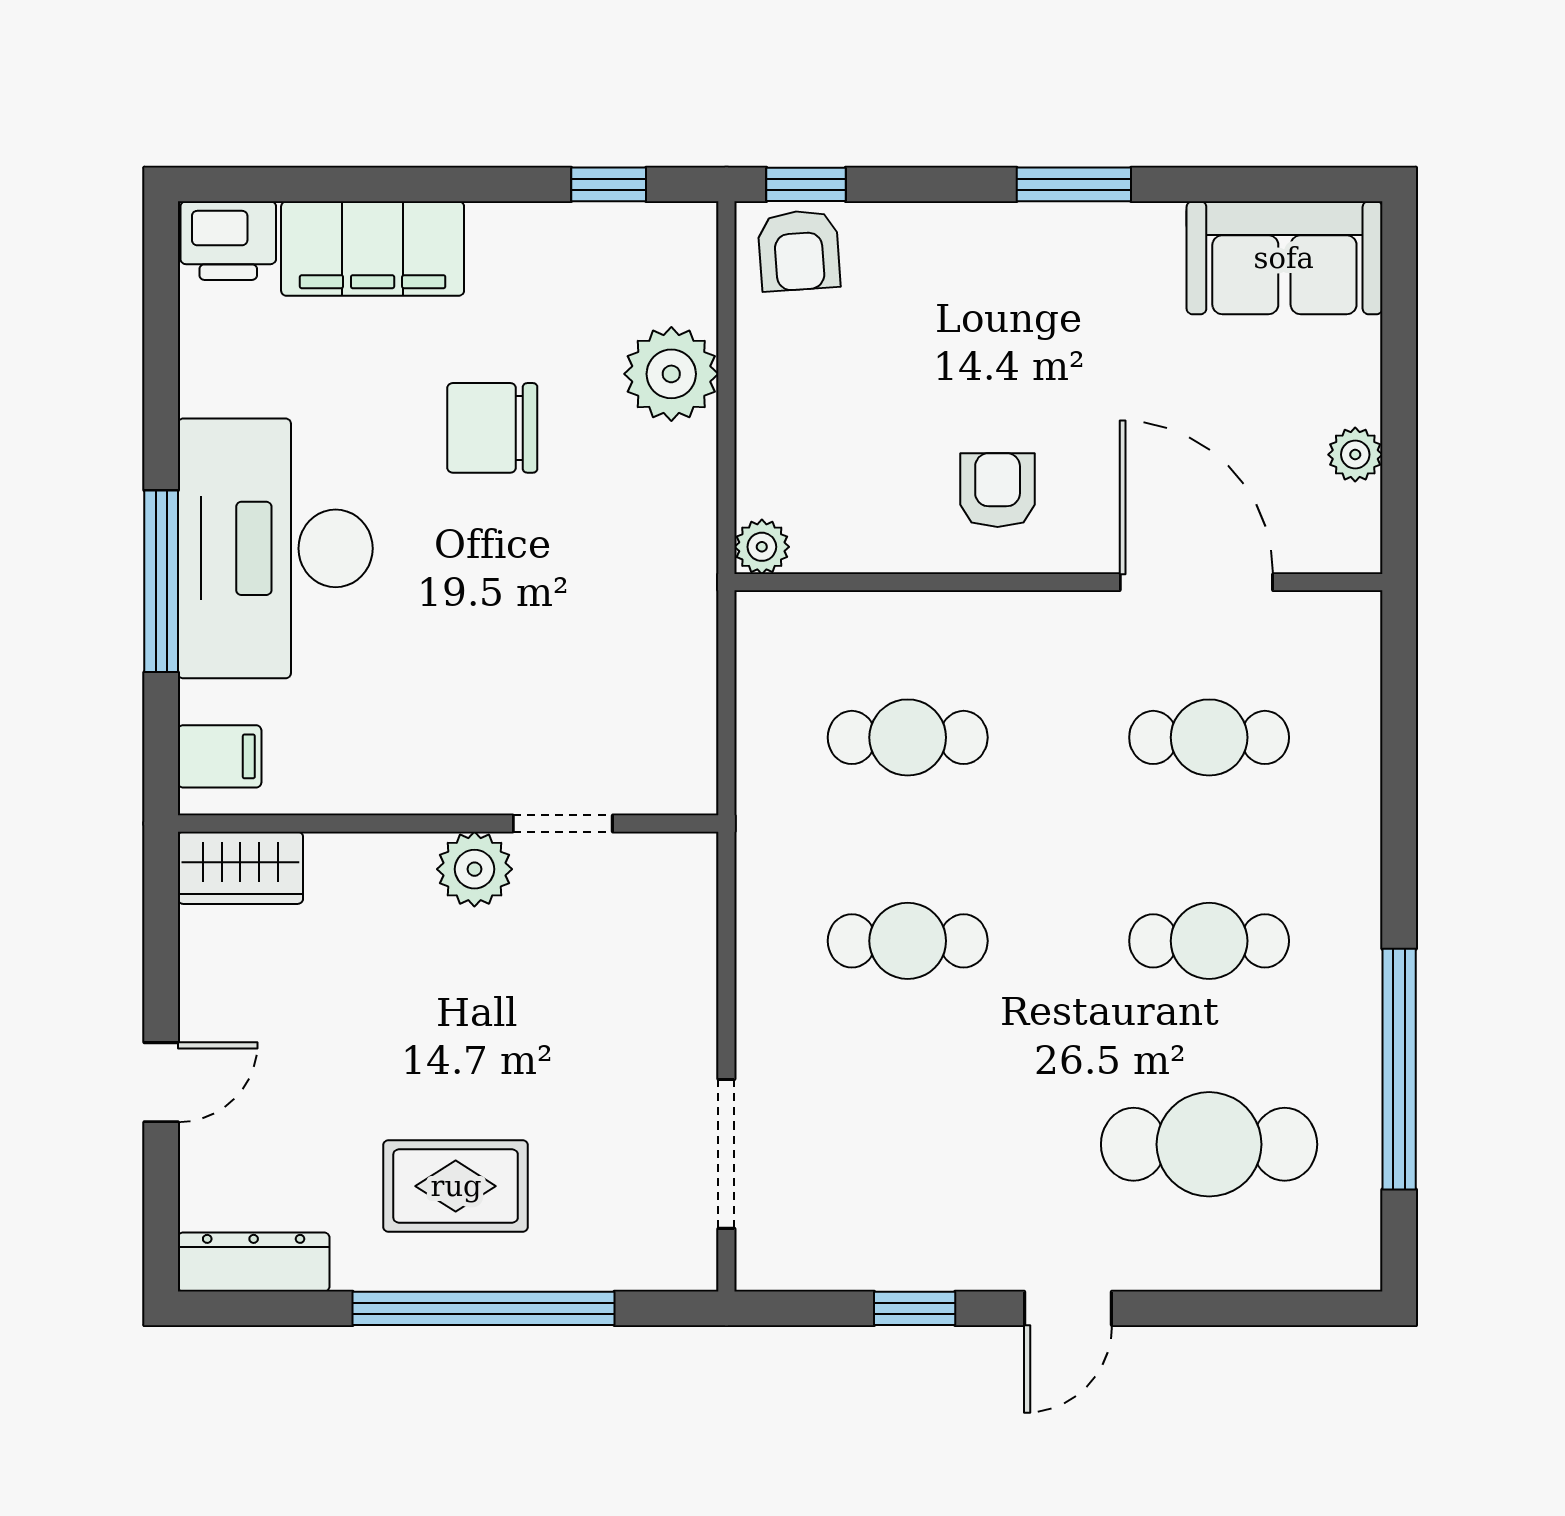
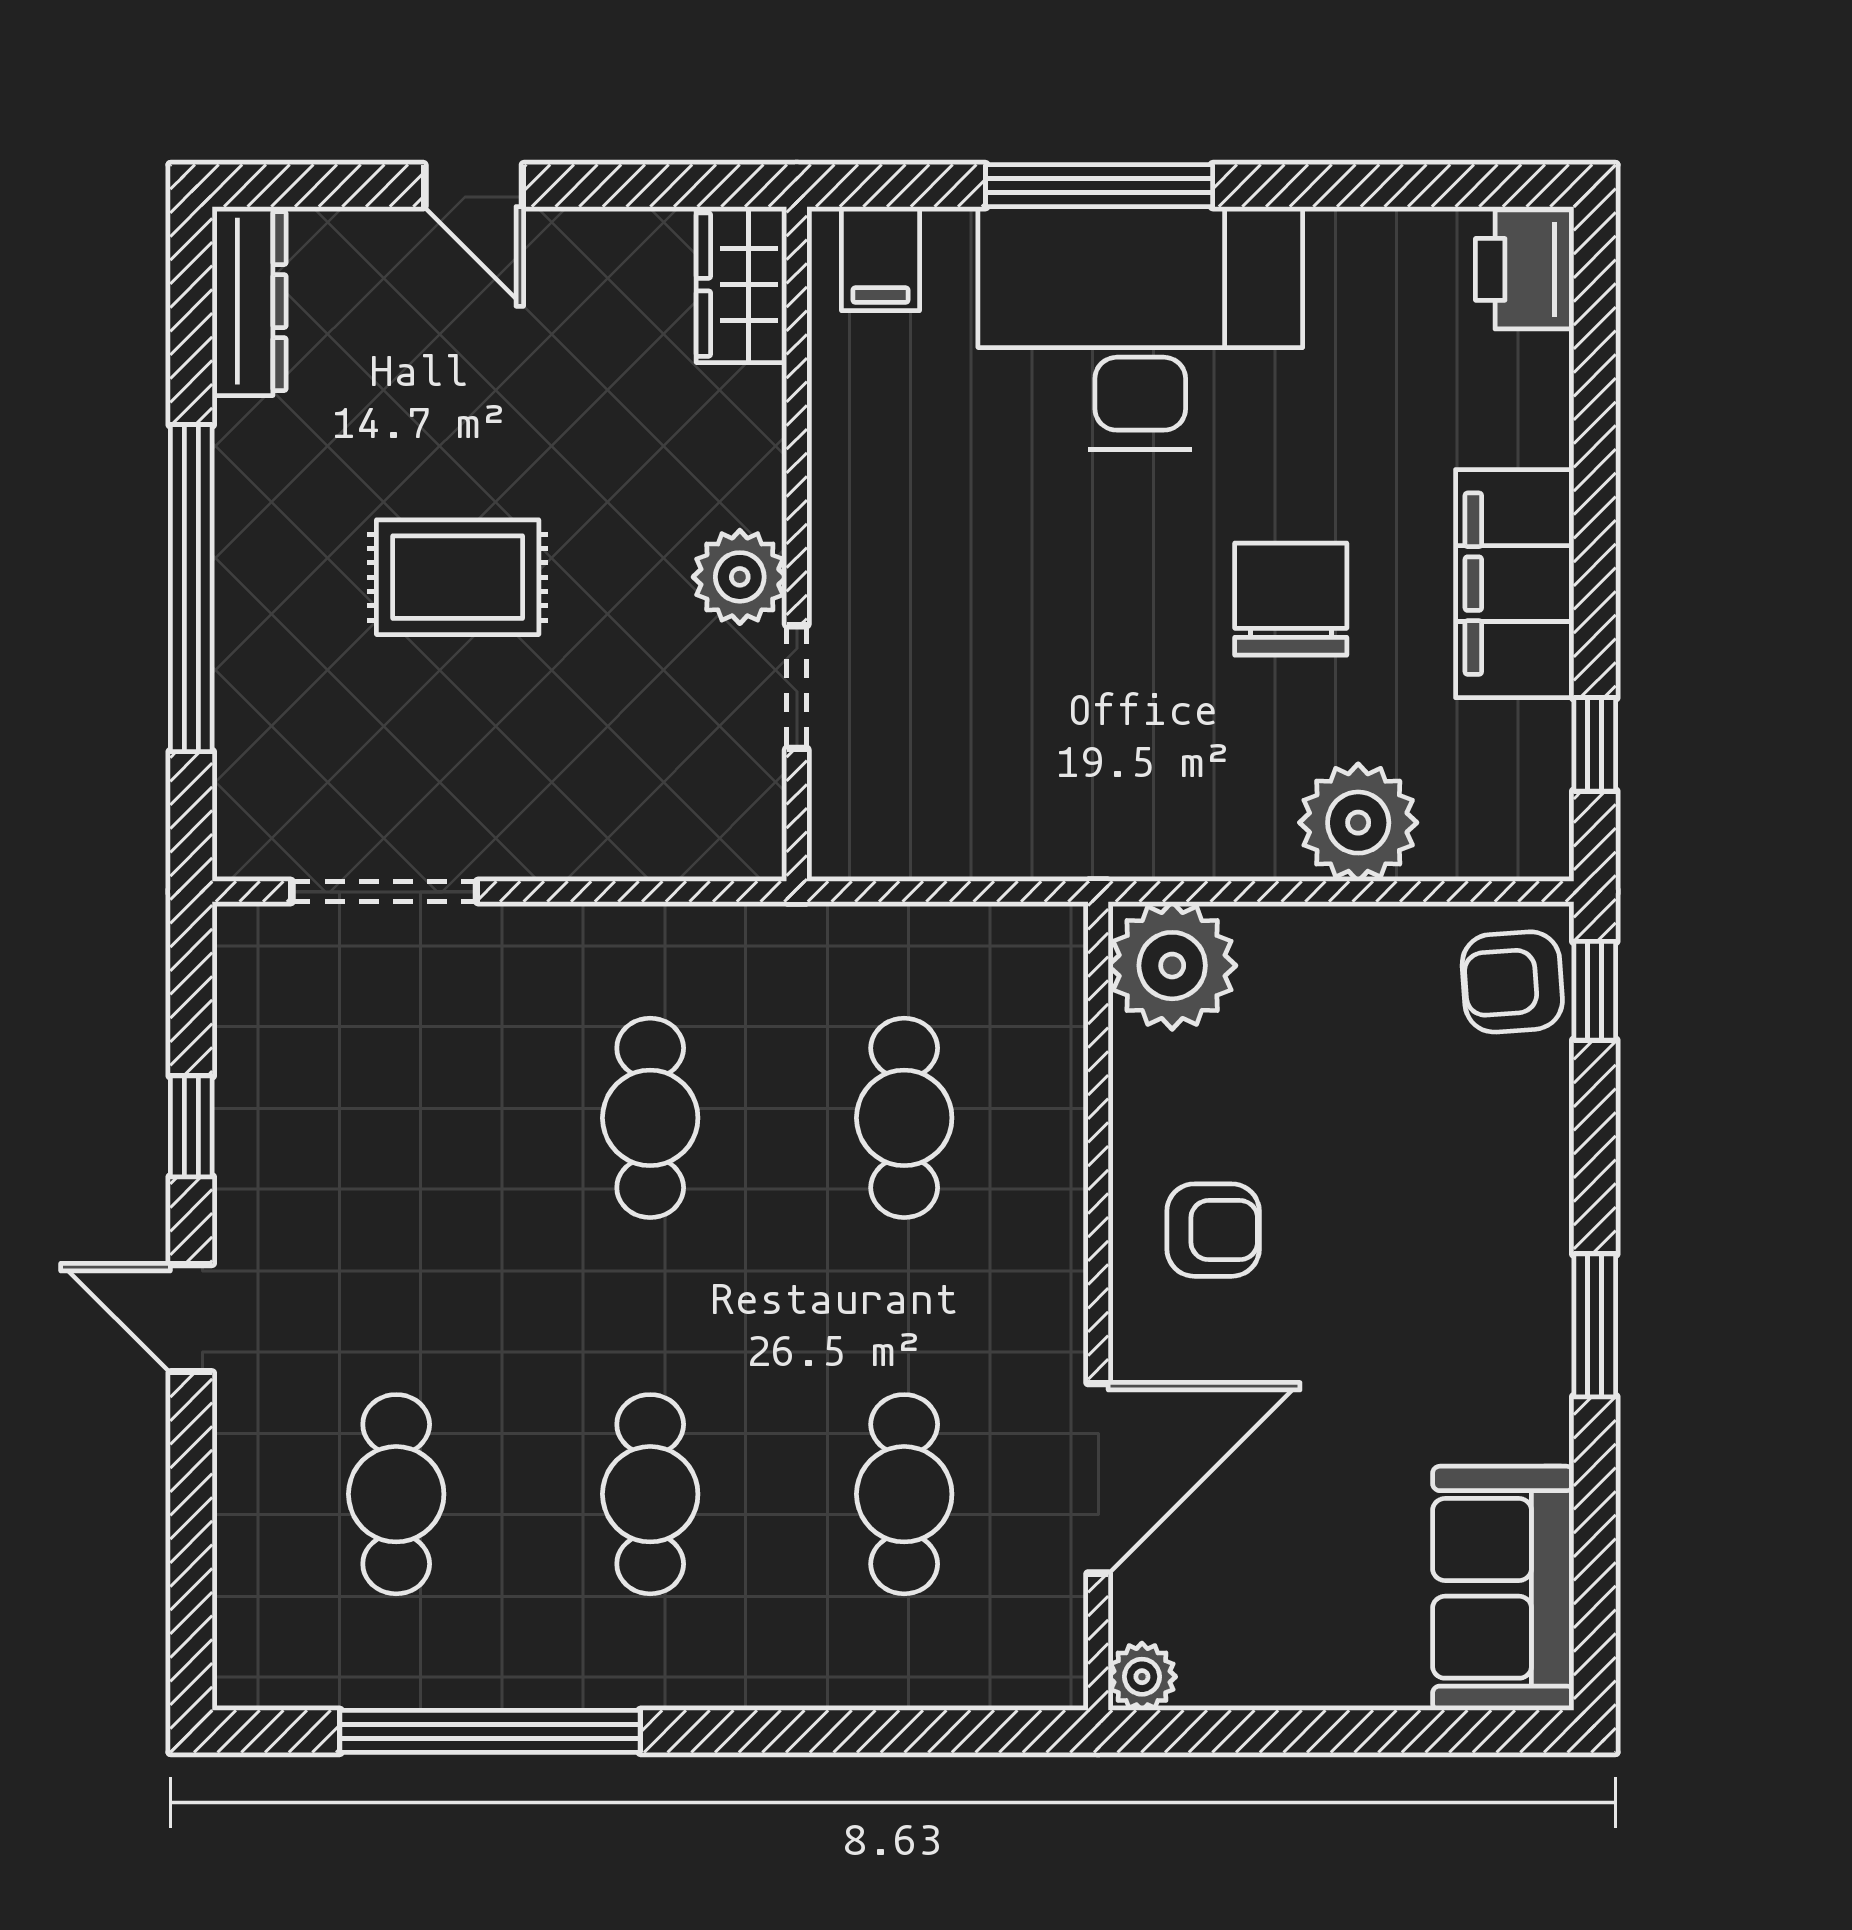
filing cabinet: (373, 249) -> (1515, 584), moved
plant: (1355, 455) -> (1142, 1677), moved
plant: (762, 547) -> (1172, 966), width x1.88, depth x1.88
cafe table: (1209, 1144) -> (396, 1494), width x0.73, depth x0.74
rug: (456, 1186) -> (458, 577), moved, turned 90

